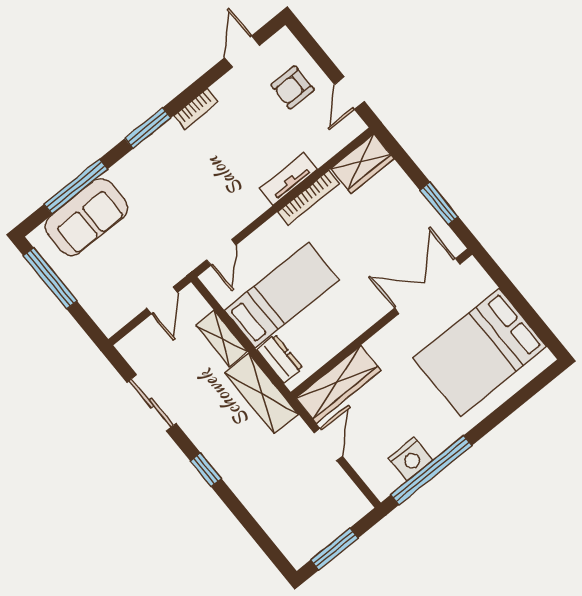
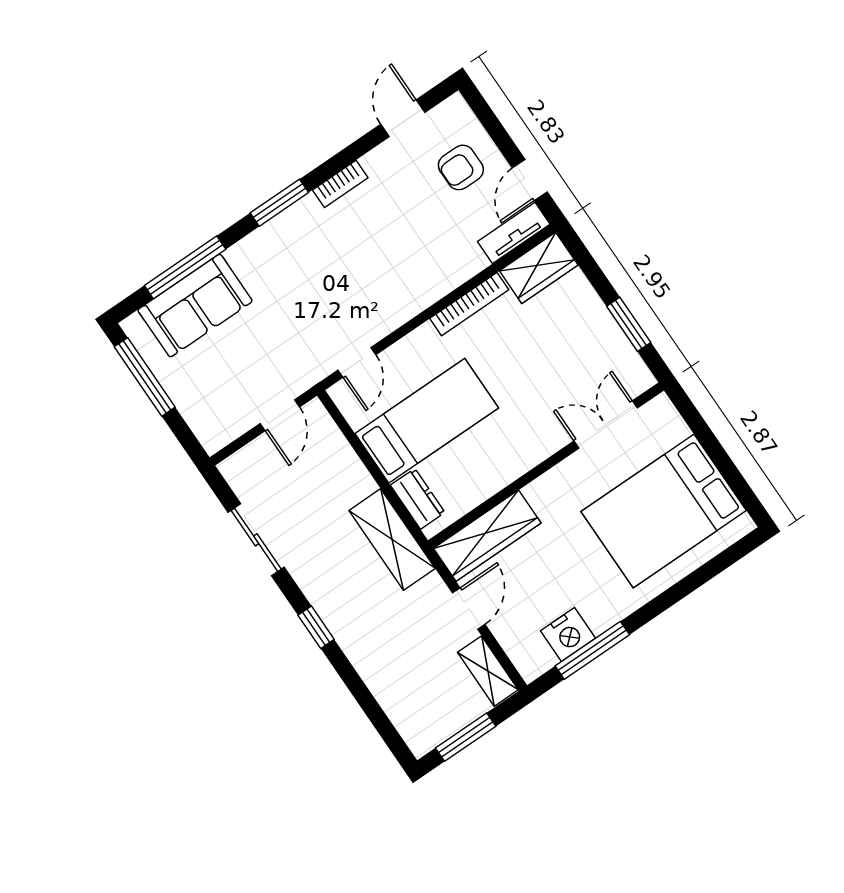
tv unit: (288, 179) -> (514, 233), moved
double door: (427, 286) -> (606, 425), width x0.73
shelving: (222, 338) -> (488, 671), moved
window: (431, 470) -> (592, 650), width x0.68

